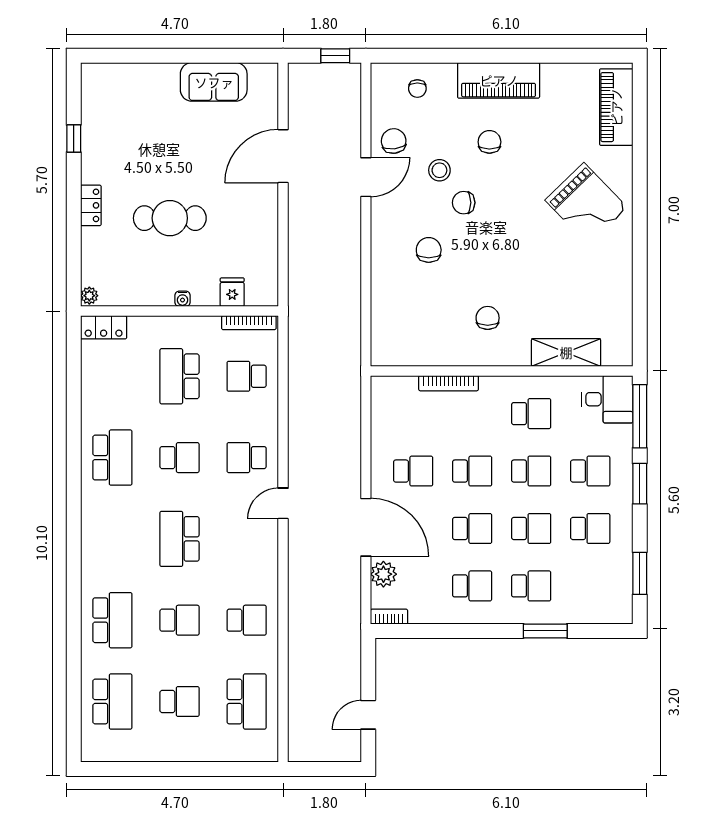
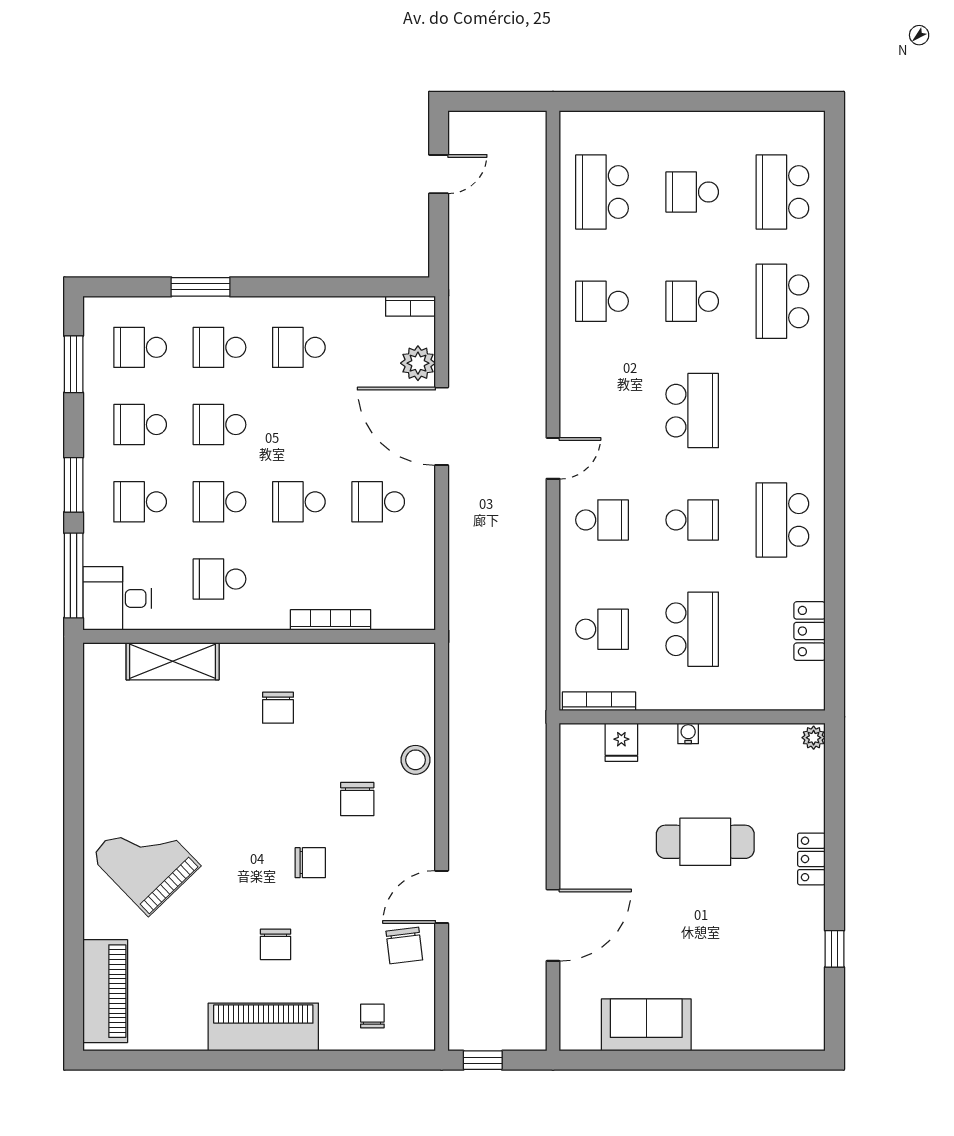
stool: (439, 170) -> (416, 760), moved
locker: (104, 327) -> (810, 631), moved, turned -90
school desk: (180, 458) -> (692, 520), turned 180
school desk: (472, 528) -> (140, 347), moved

